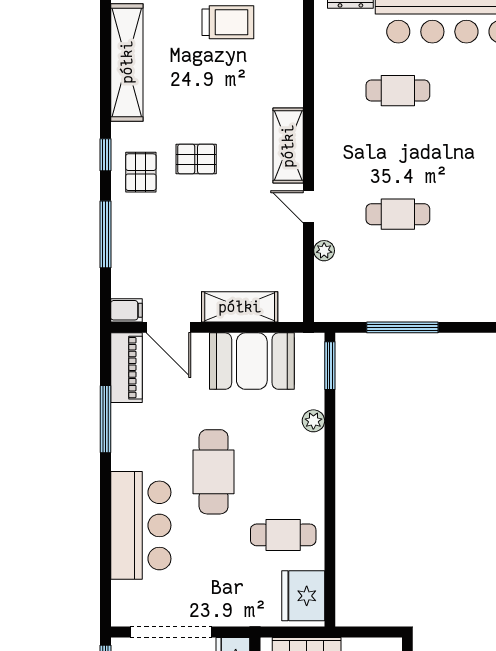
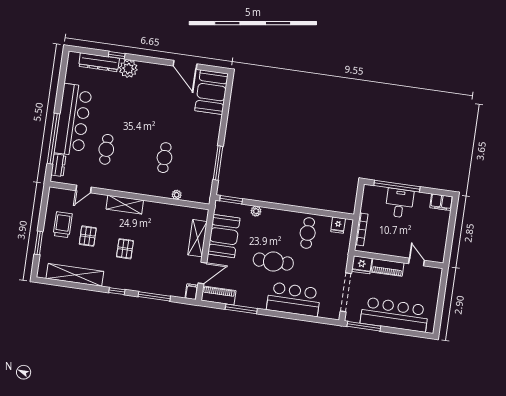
pallet: (141, 172) -> (88, 236), moved, turned 90
door: (309, 207) -> (84, 189), moved
fridge: (303, 596) -> (338, 225), width x0.53, depth x0.75

